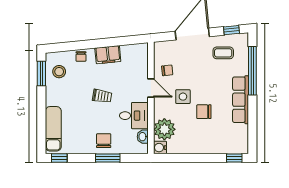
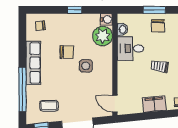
chair: (167, 70) -> (40, 26), moved
door: (151, 88) -> (115, 104), moved
window: (234, 158) -> (75, 10), moved

